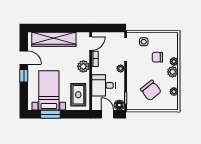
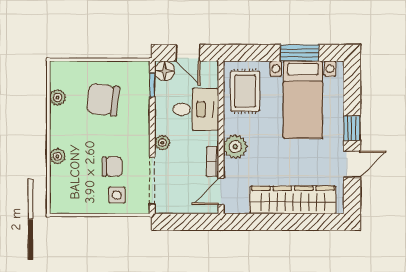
chair: (157, 57) -> (112, 167), moved
door: (24, 58) -> (352, 164), swing flipped
plant: (173, 72) -> (60, 136), removed
chair: (151, 90) -> (103, 100), turned -44

